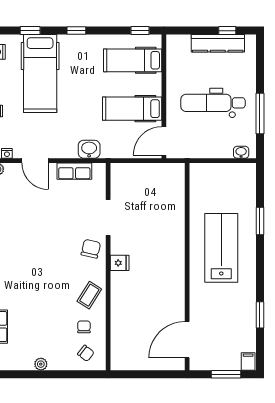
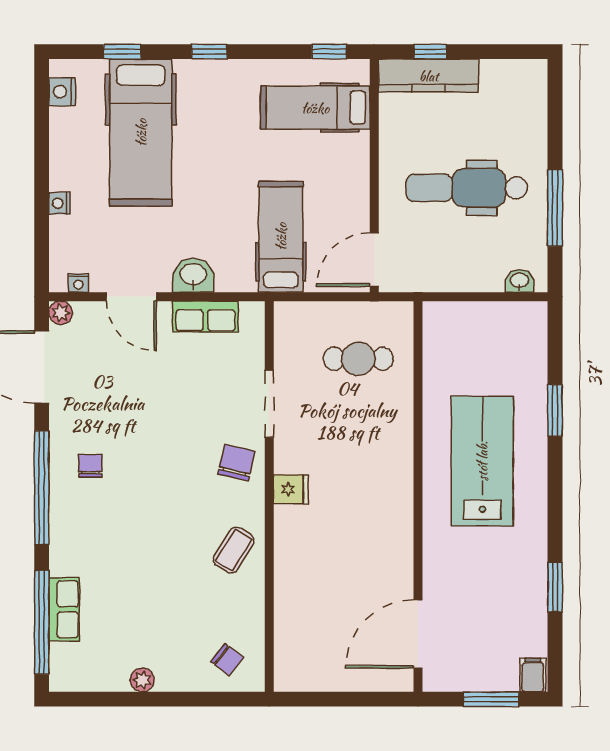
window: (227, 31) -> (430, 52), moved
kitchen counter: (218, 43) -> (429, 76), moved
hospital bed: (132, 109) -> (281, 237), moved, turned 90
washbasin: (89, 149) -> (193, 275), moved
cafe table: (155, 194) -> (358, 359), added
chair: (84, 327) -> (90, 466), moved

